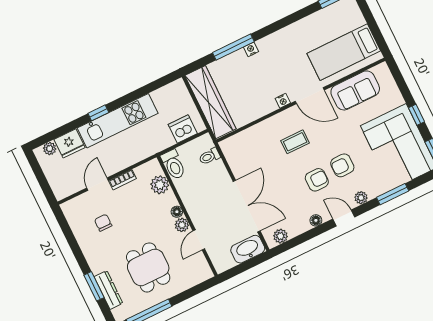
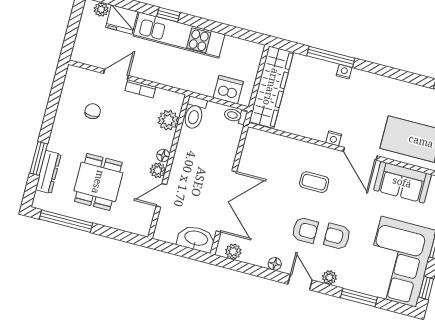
toilet: (209, 156) -> (235, 116), moved

